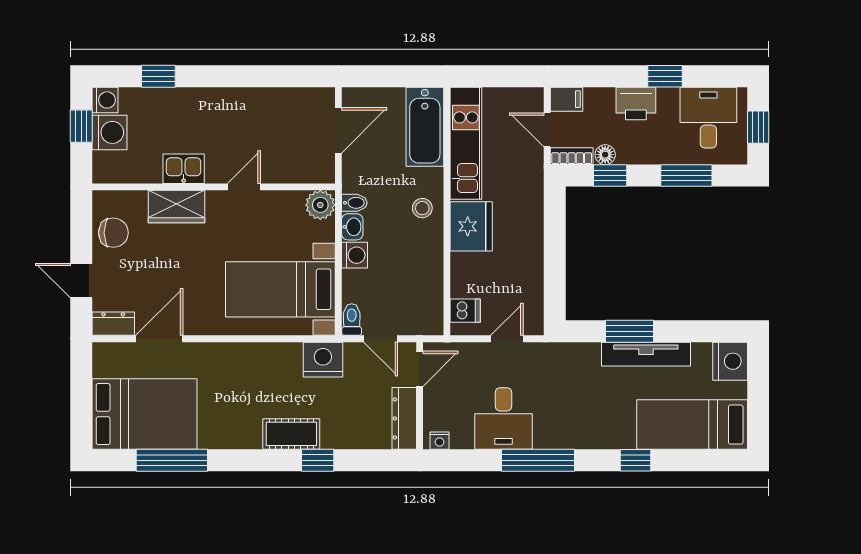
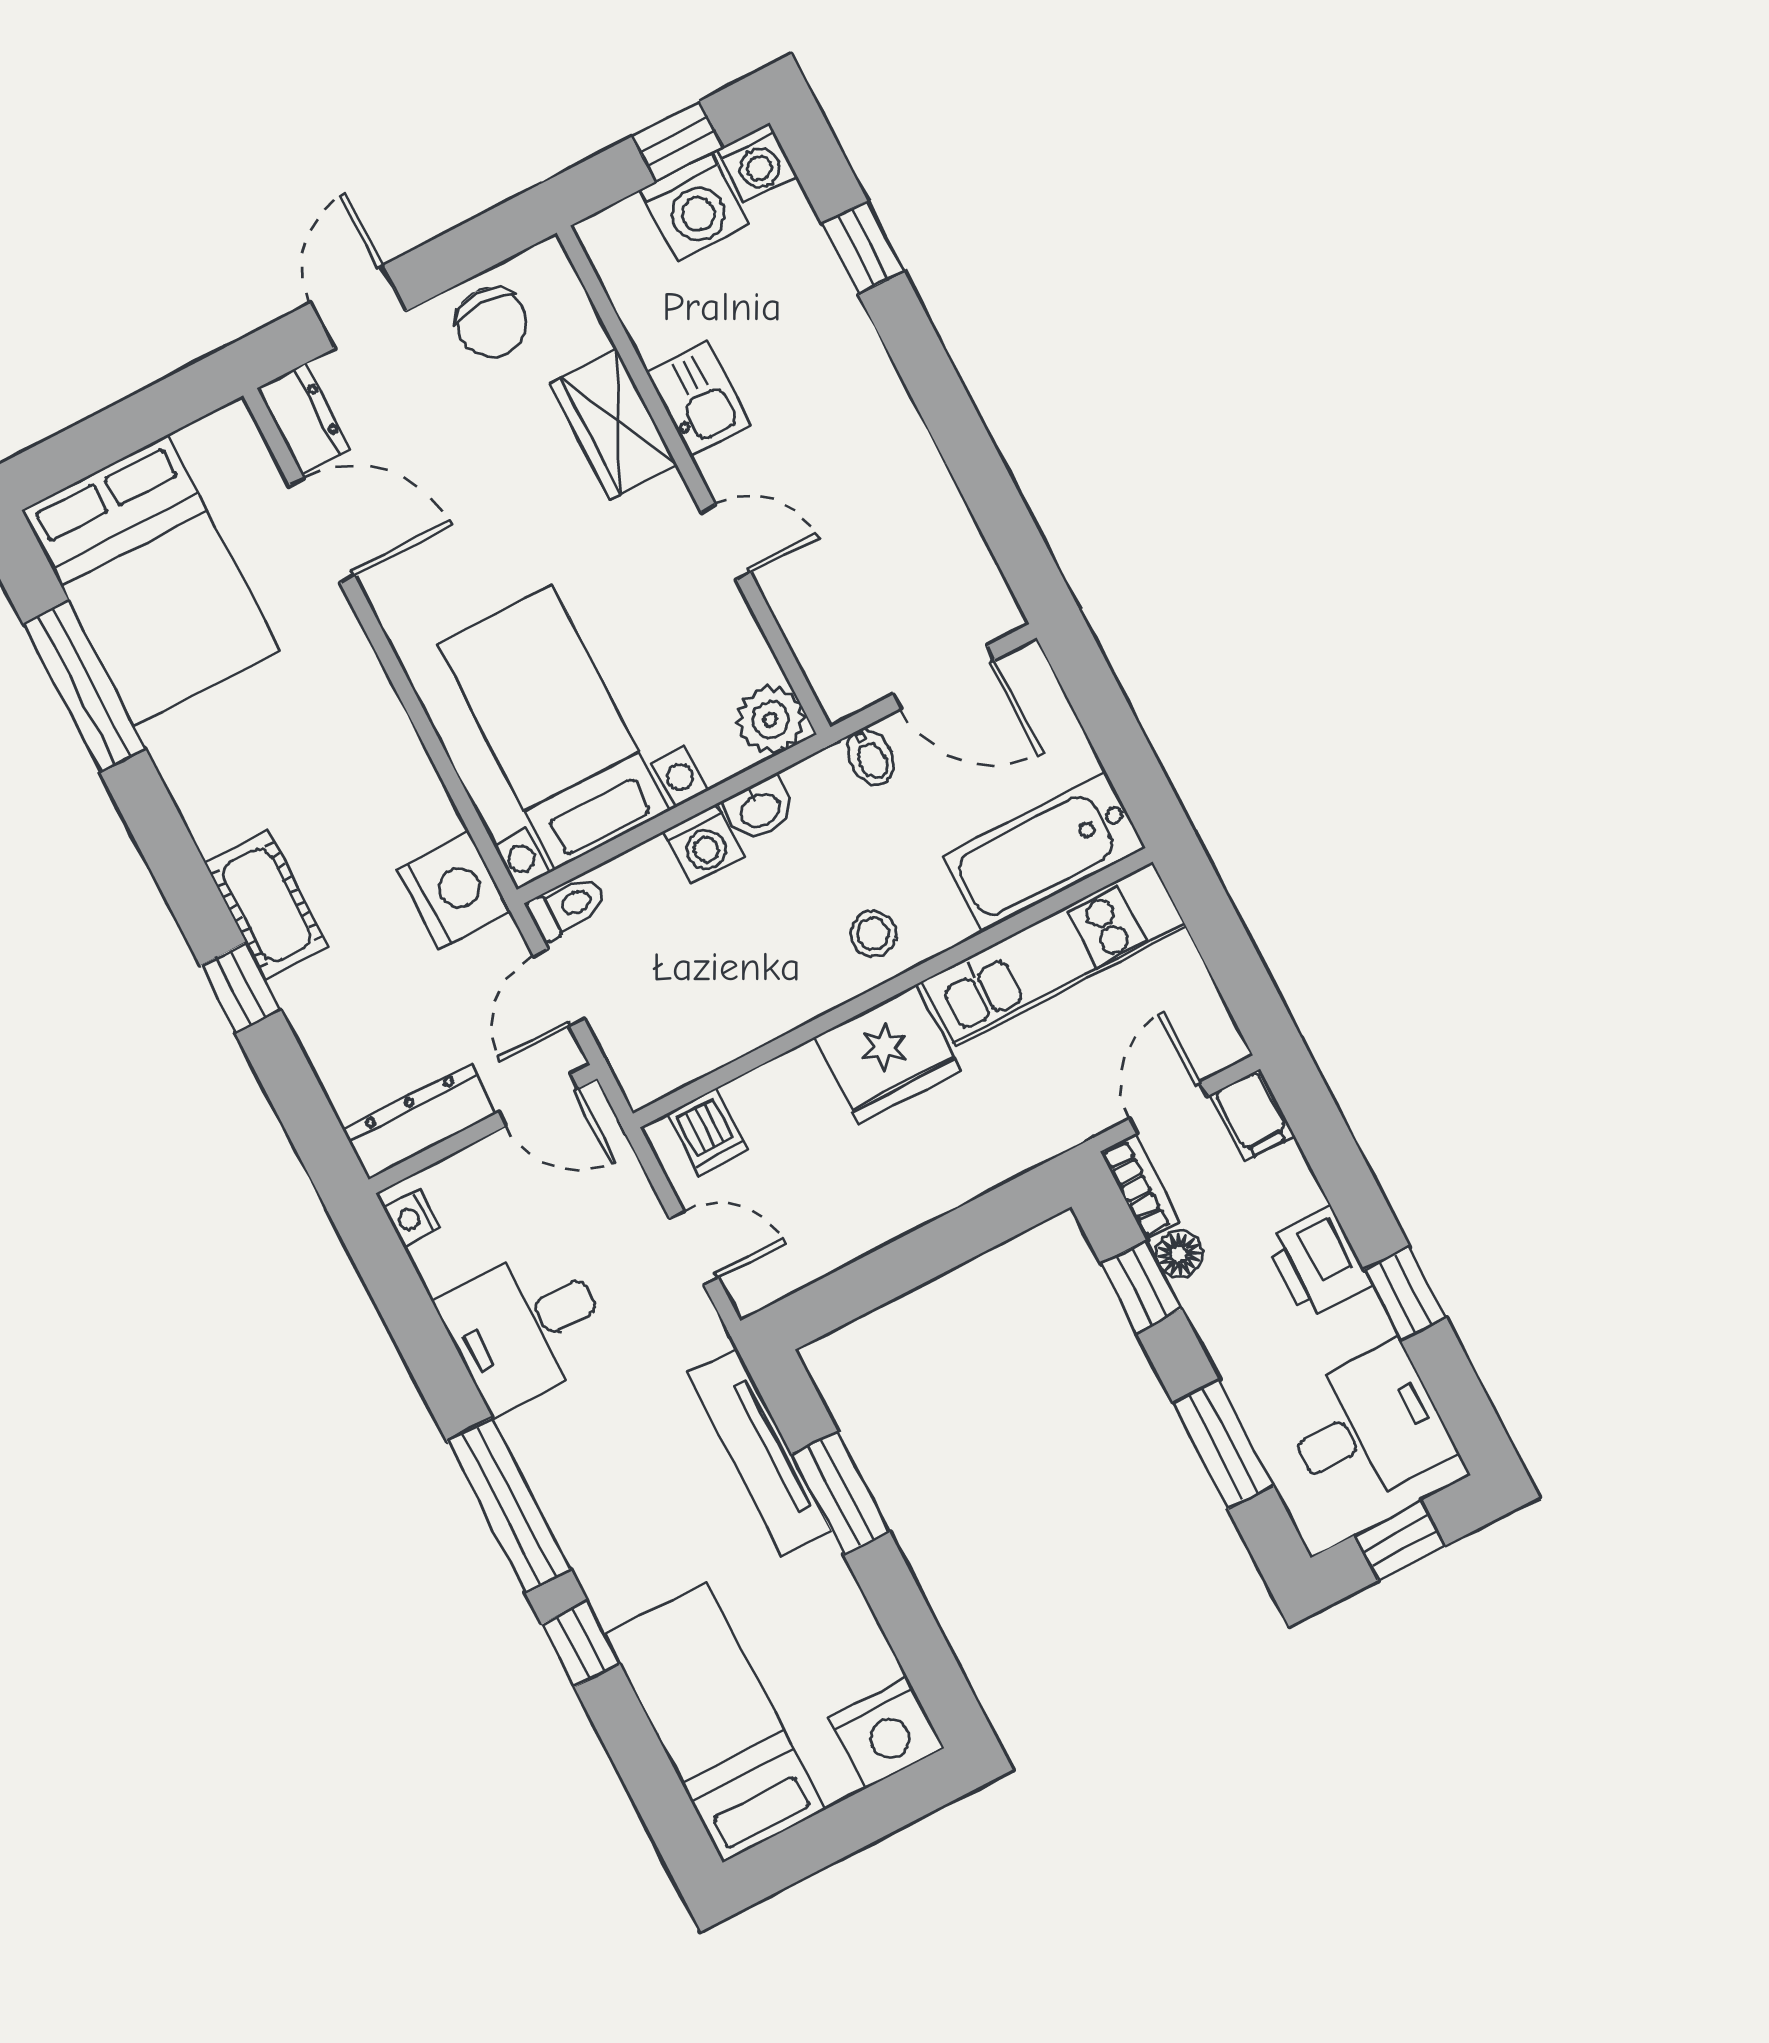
bidet: (354, 203) -> (871, 757), moved
tv unit: (646, 354) -> (759, 1452), moved
window: (538, 460) -> (509, 1505), moved

